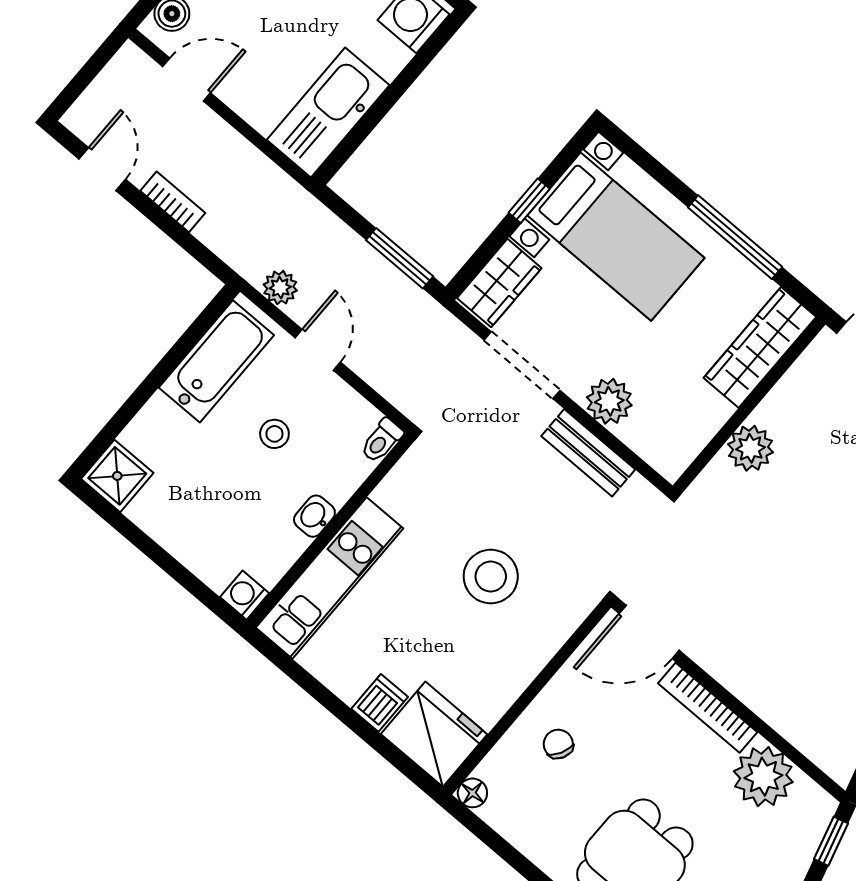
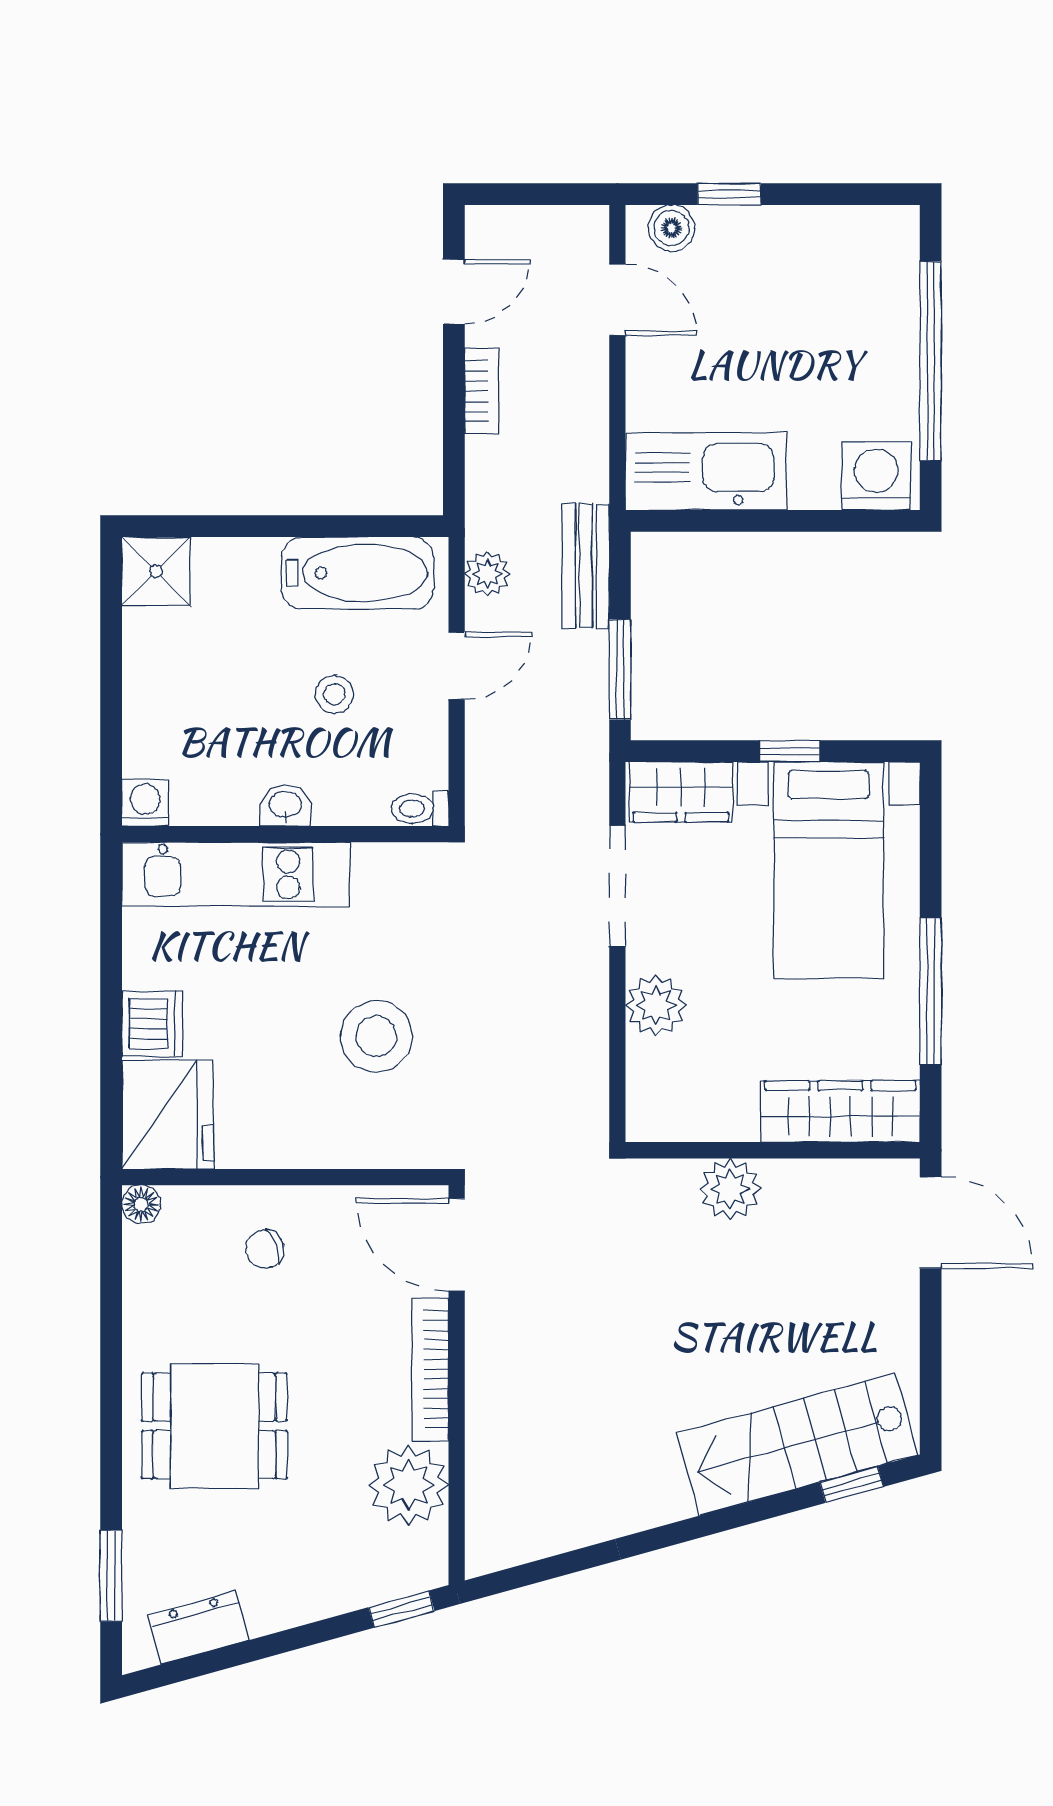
bench: (588, 453) -> (586, 566), moved
dishwasher: (380, 703) -> (152, 1024), width x1.38
chair: (558, 744) -> (265, 1249), turned -139

